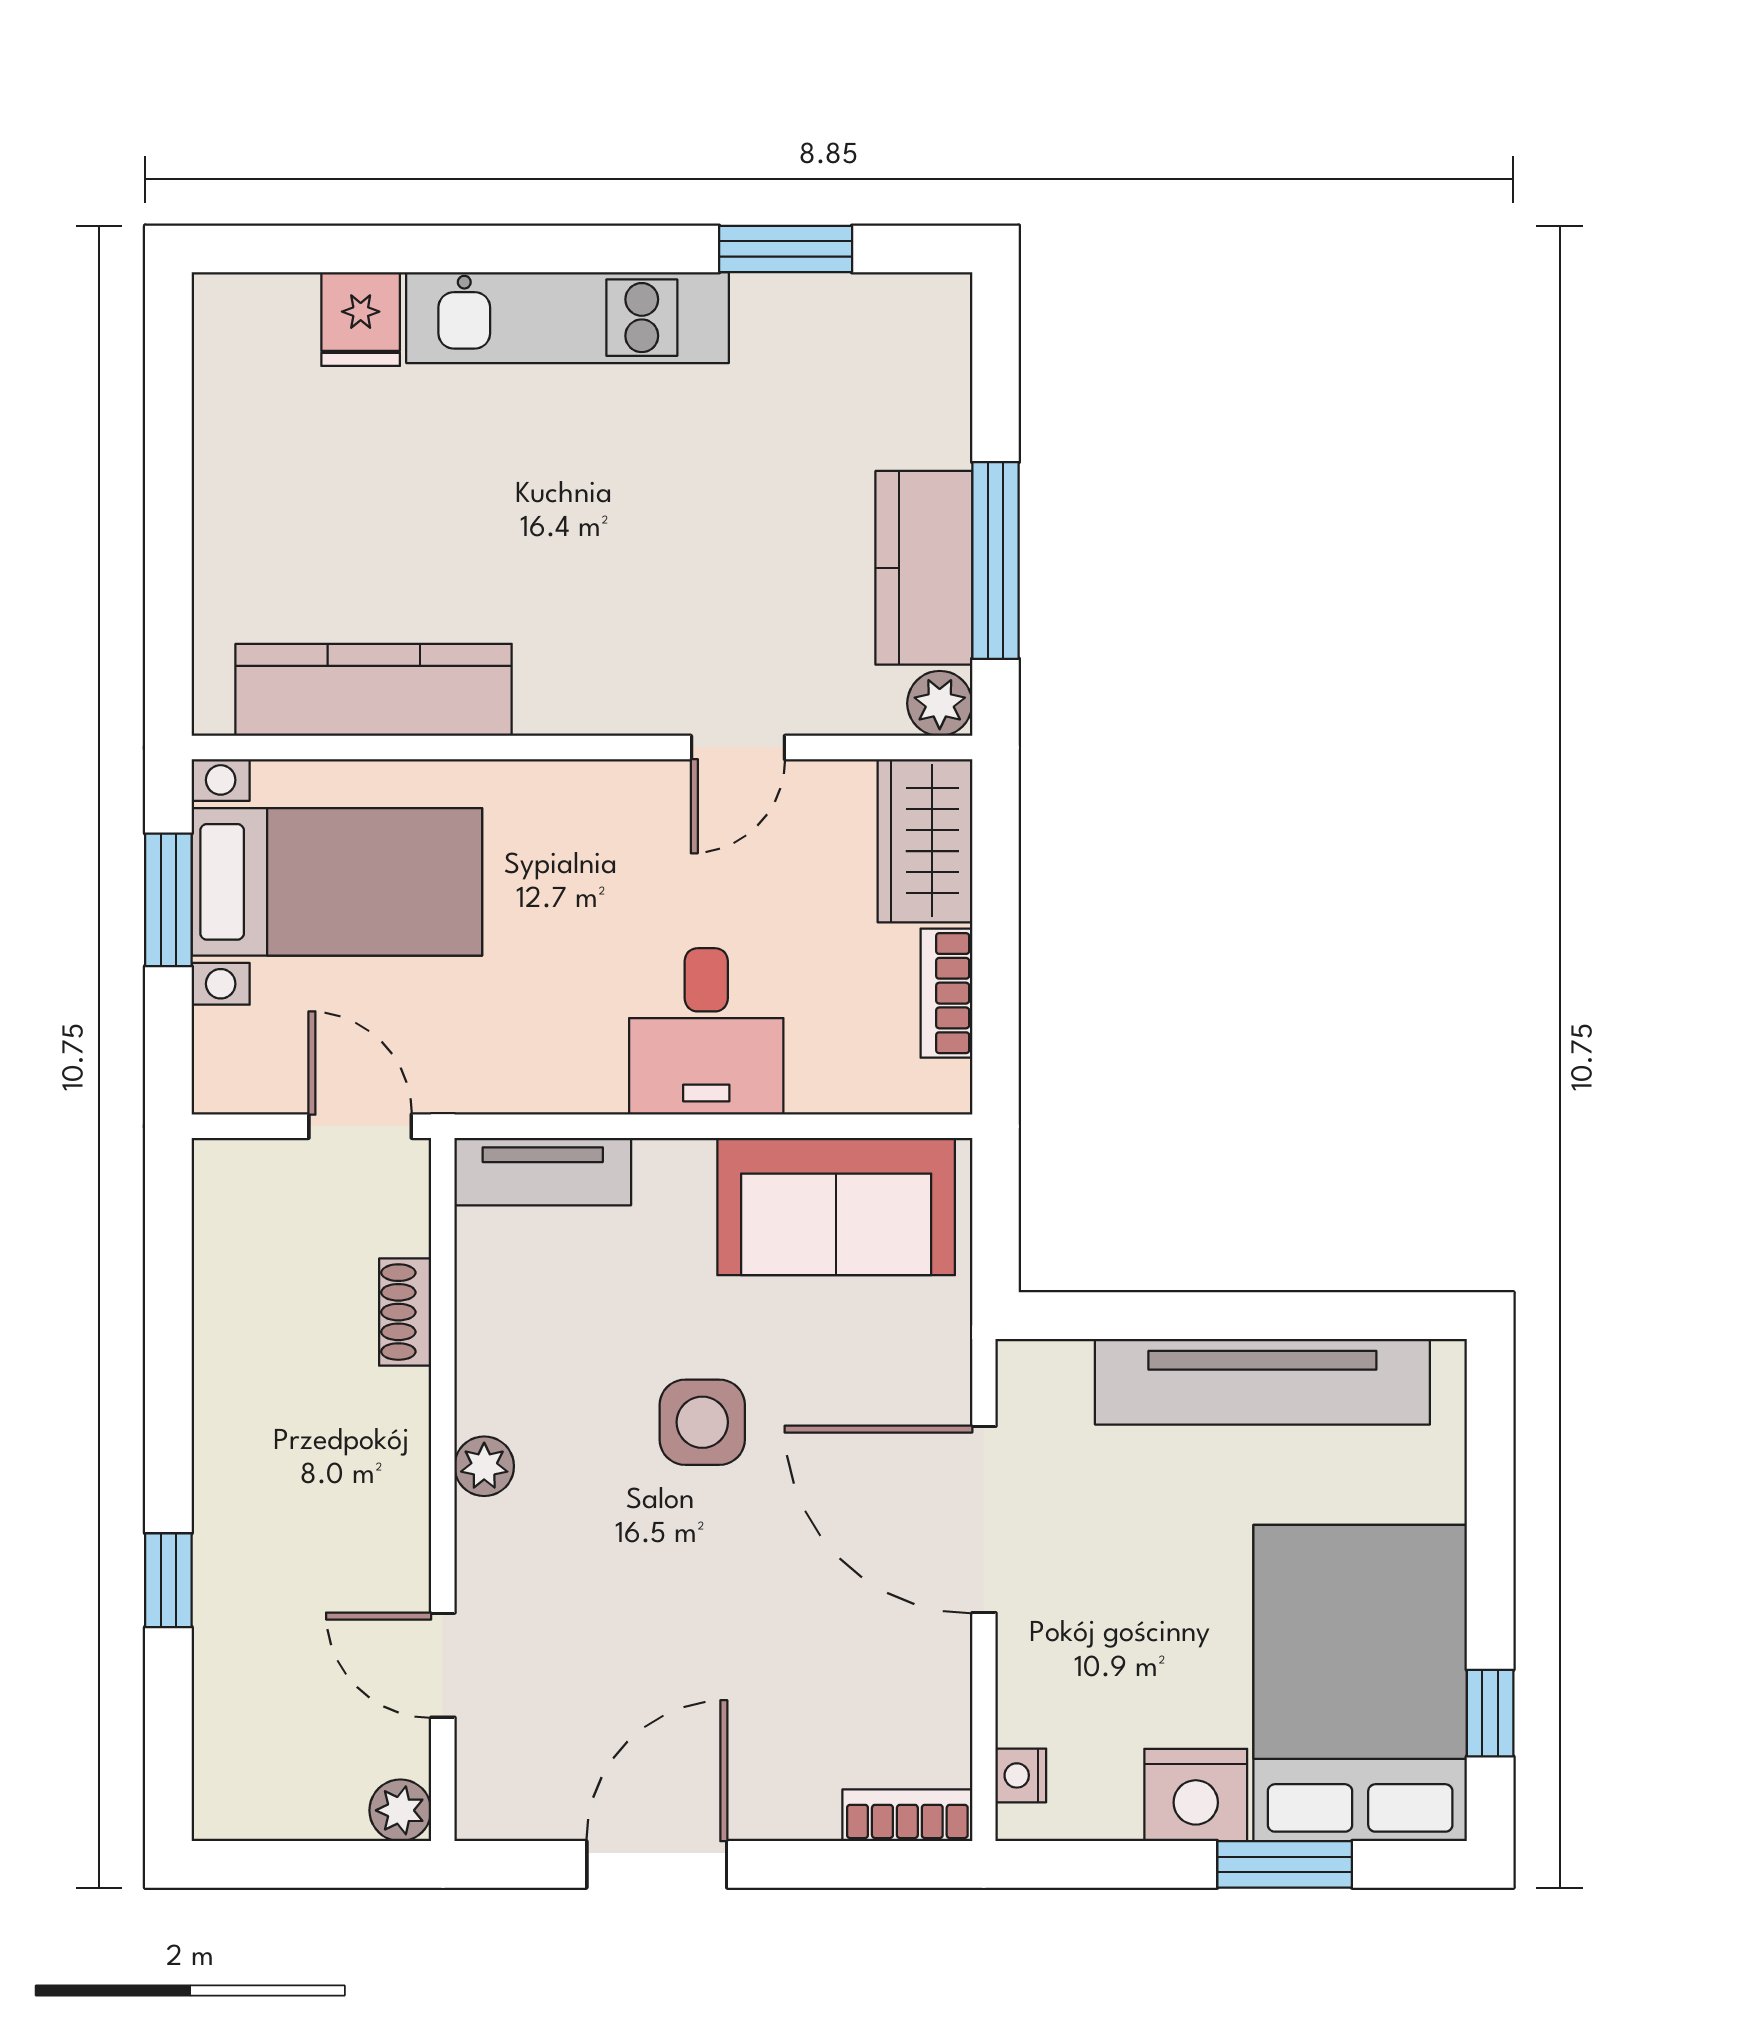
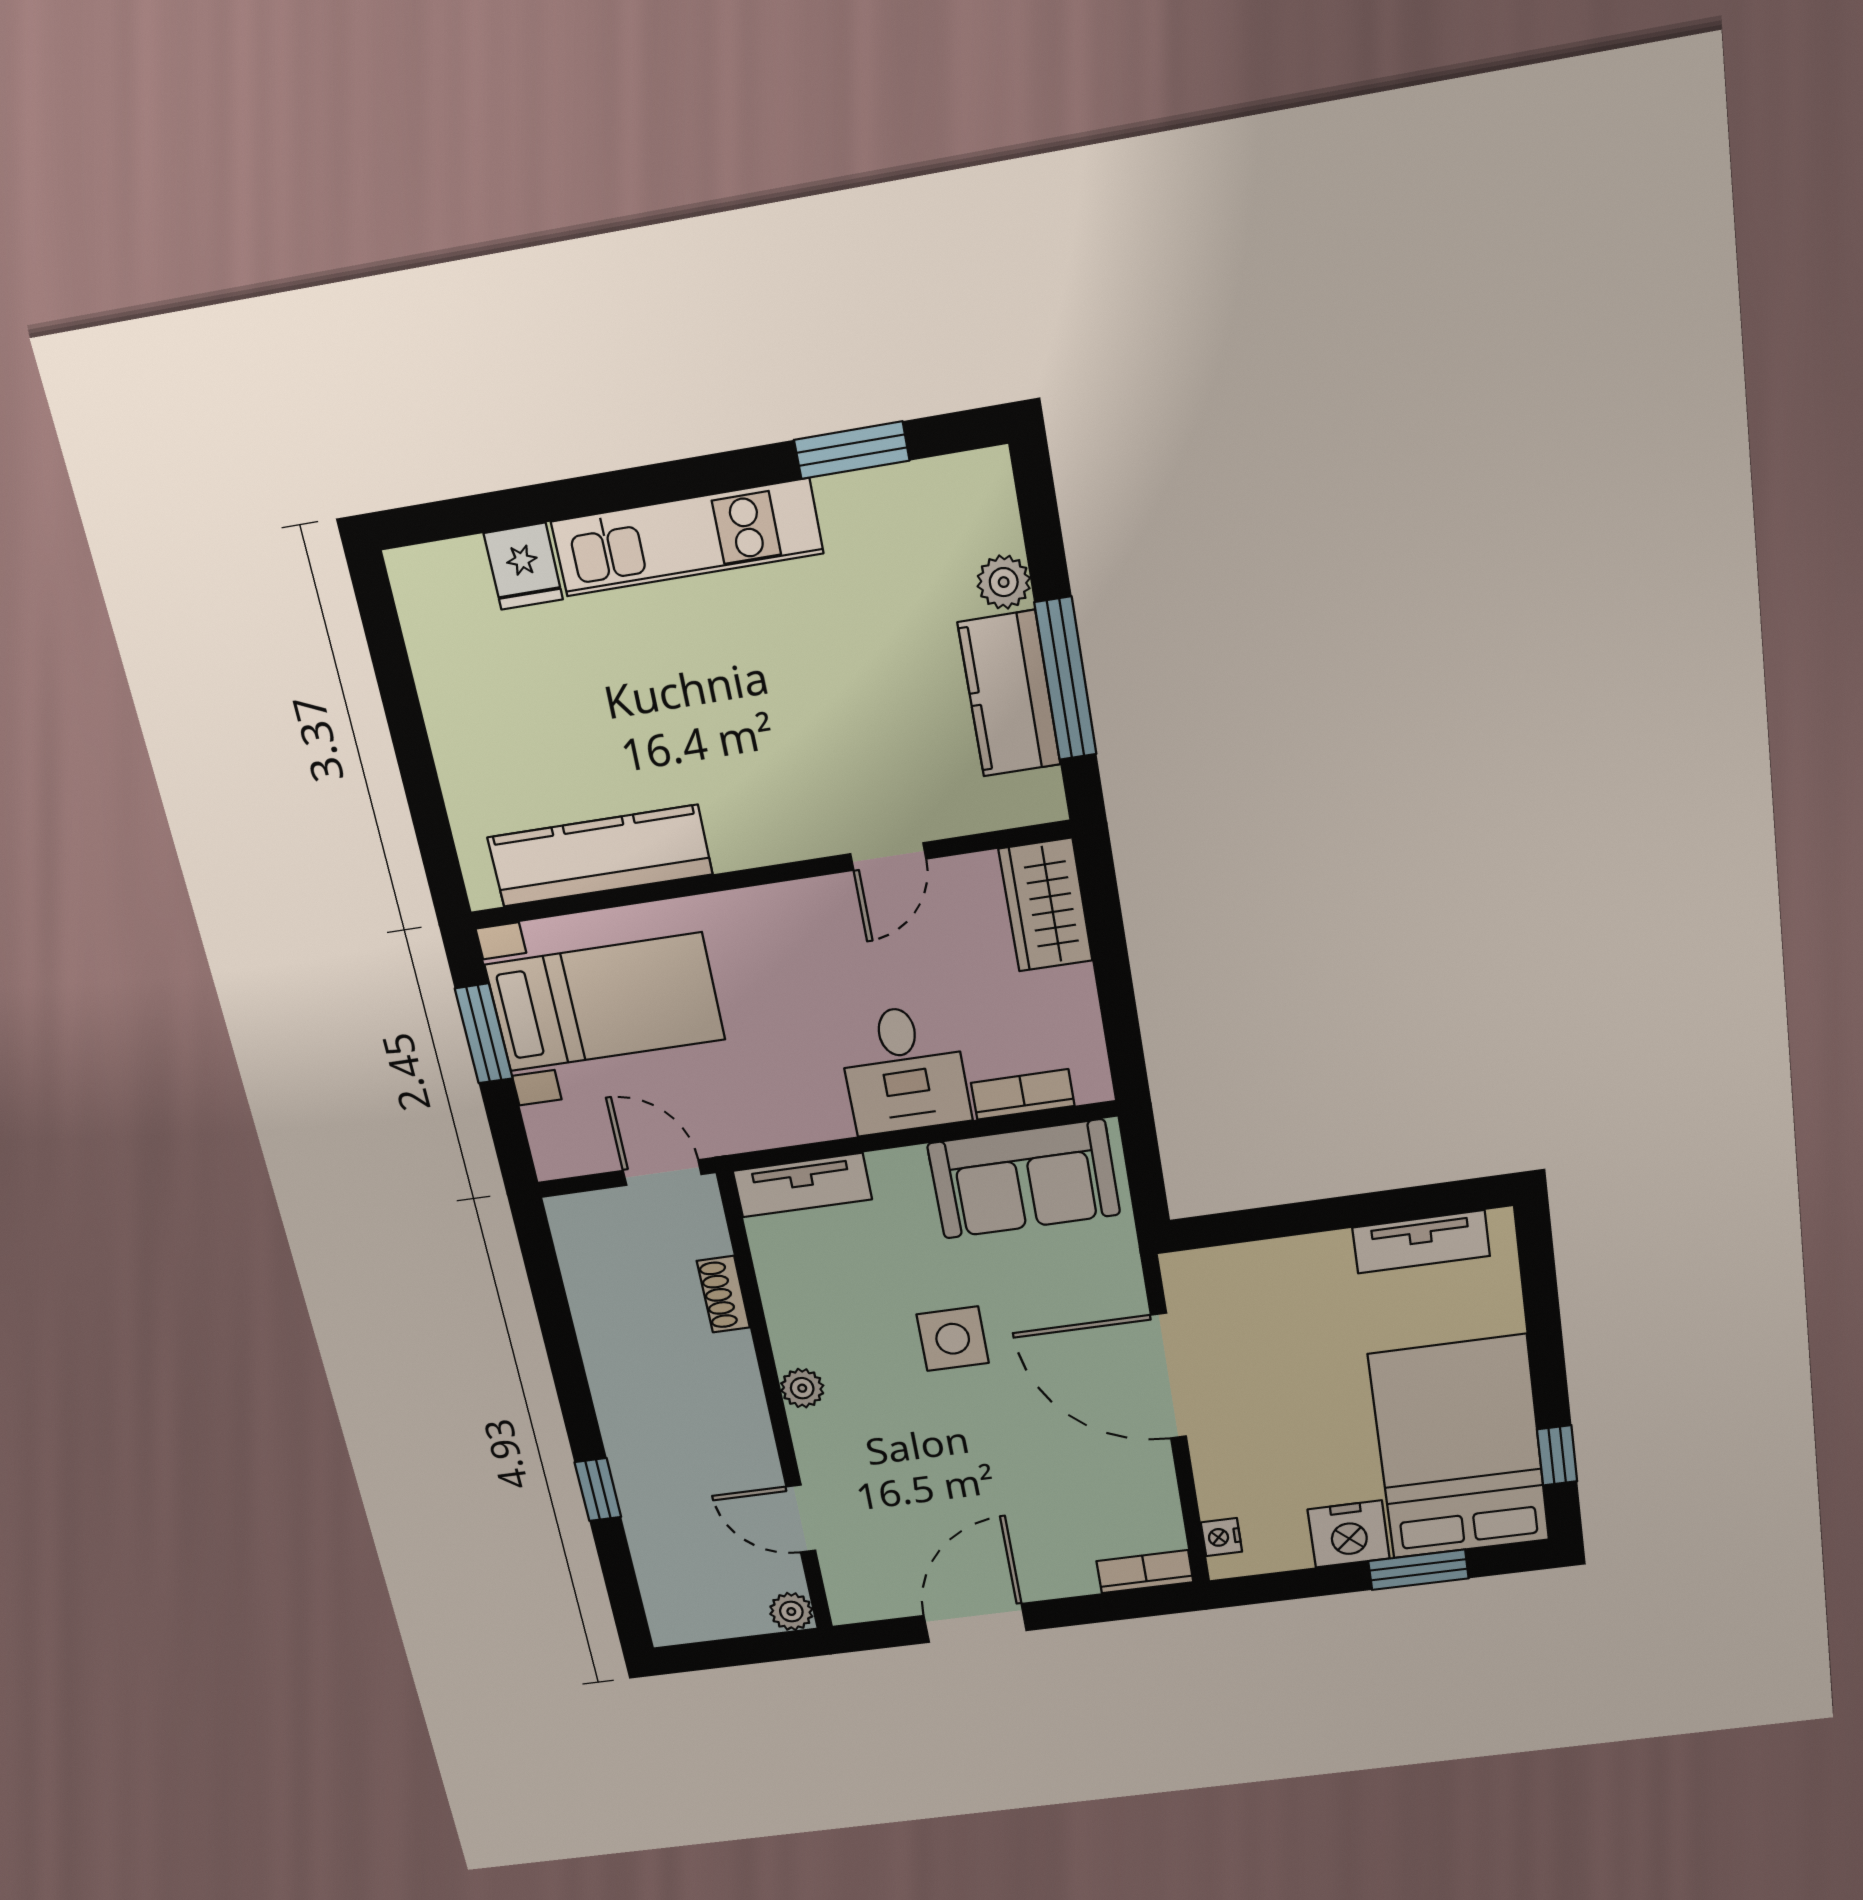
plant: (940, 703) -> (1004, 582), moved
bookcase: (946, 993) -> (1023, 1094), moved, turned 90
tv unit: (1262, 1382) -> (1421, 1242), width x0.52, depth x0.78

